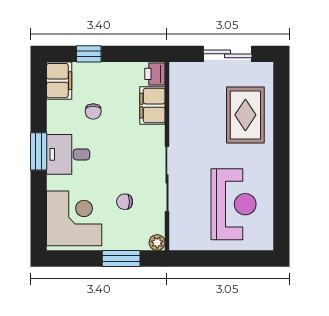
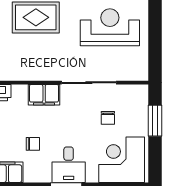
filing cabinet: (152, 106) -> (44, 95), moved
plant: (157, 243) -> (142, 91), removed

